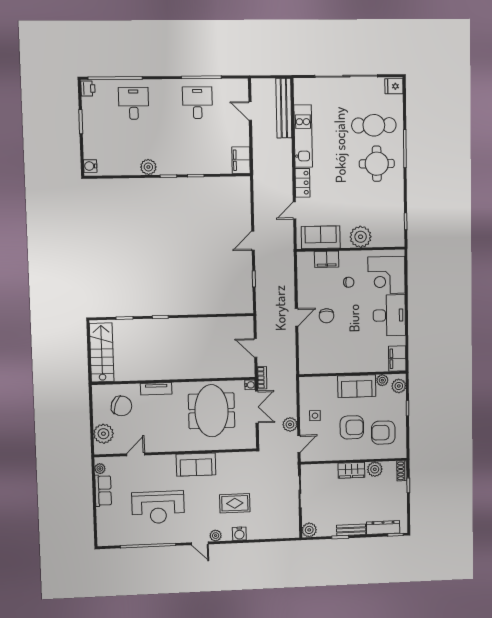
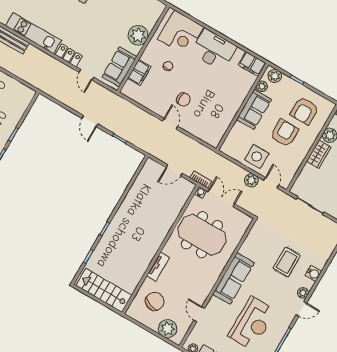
filing cabinet: (241, 160) -> (23, 92), removed
side table: (315, 416) -> (257, 156), width x1.87, depth x1.87
sofa: (196, 465) -> (234, 279), width x1.36

